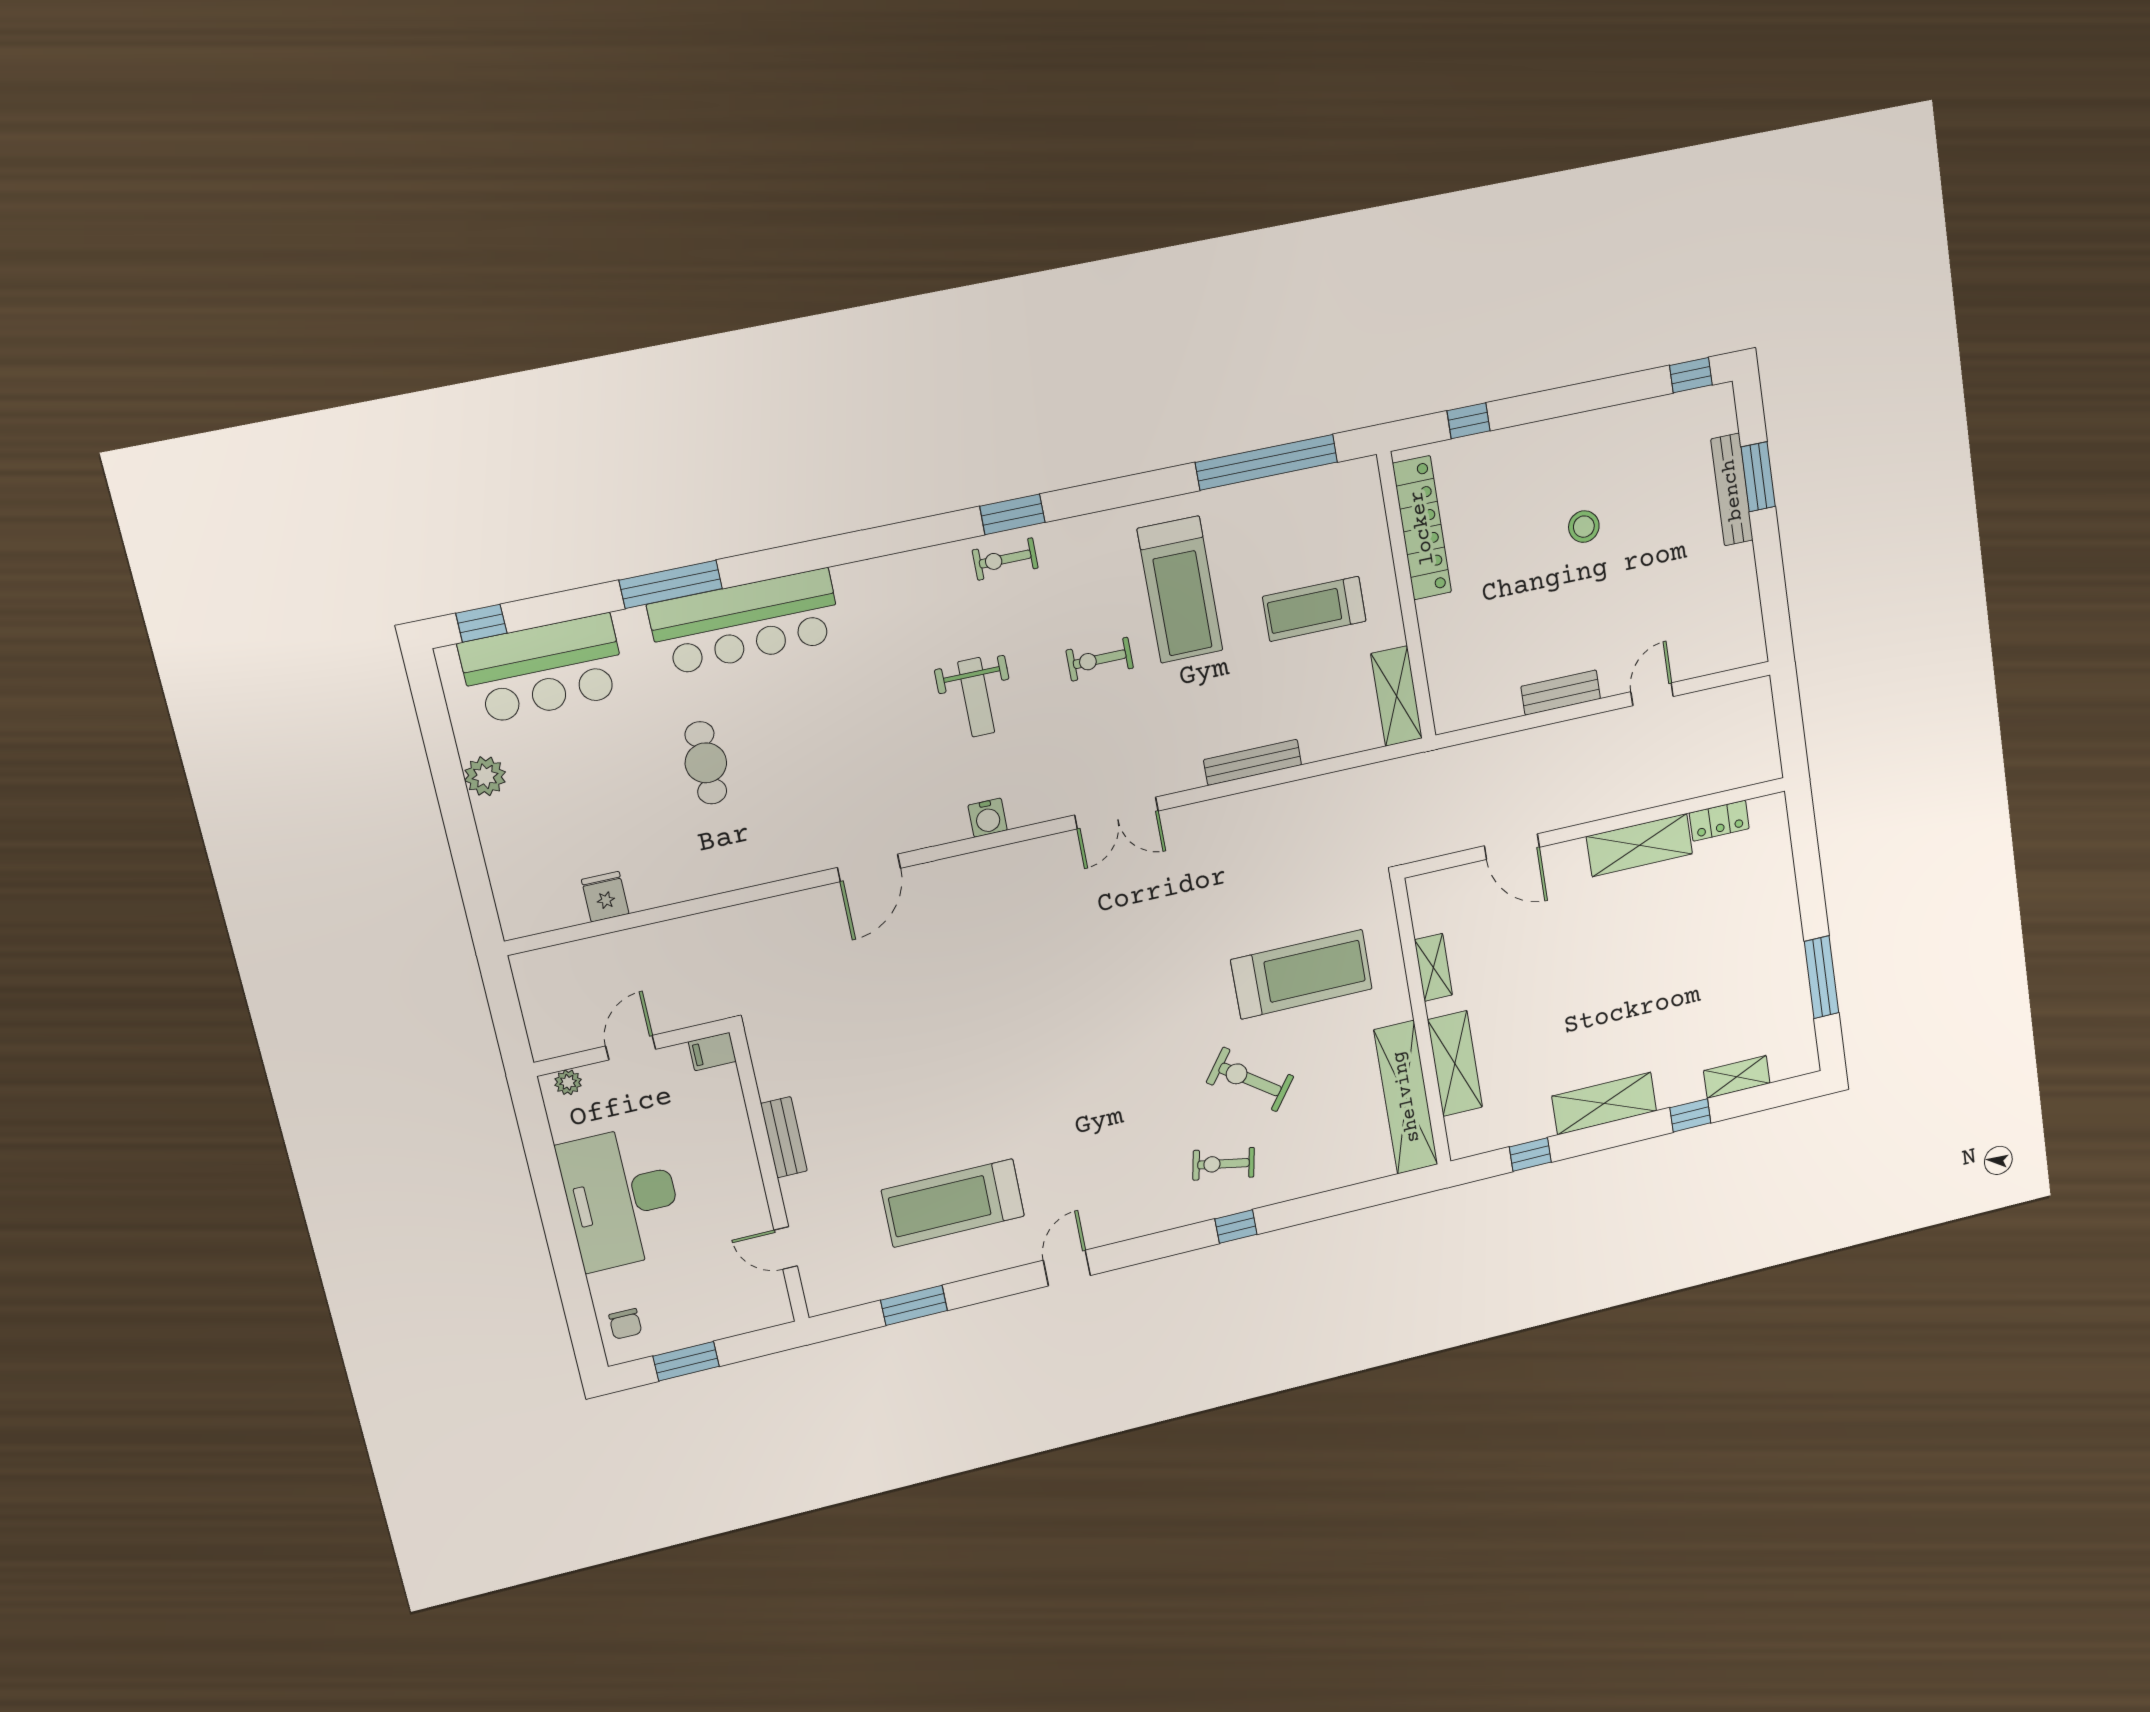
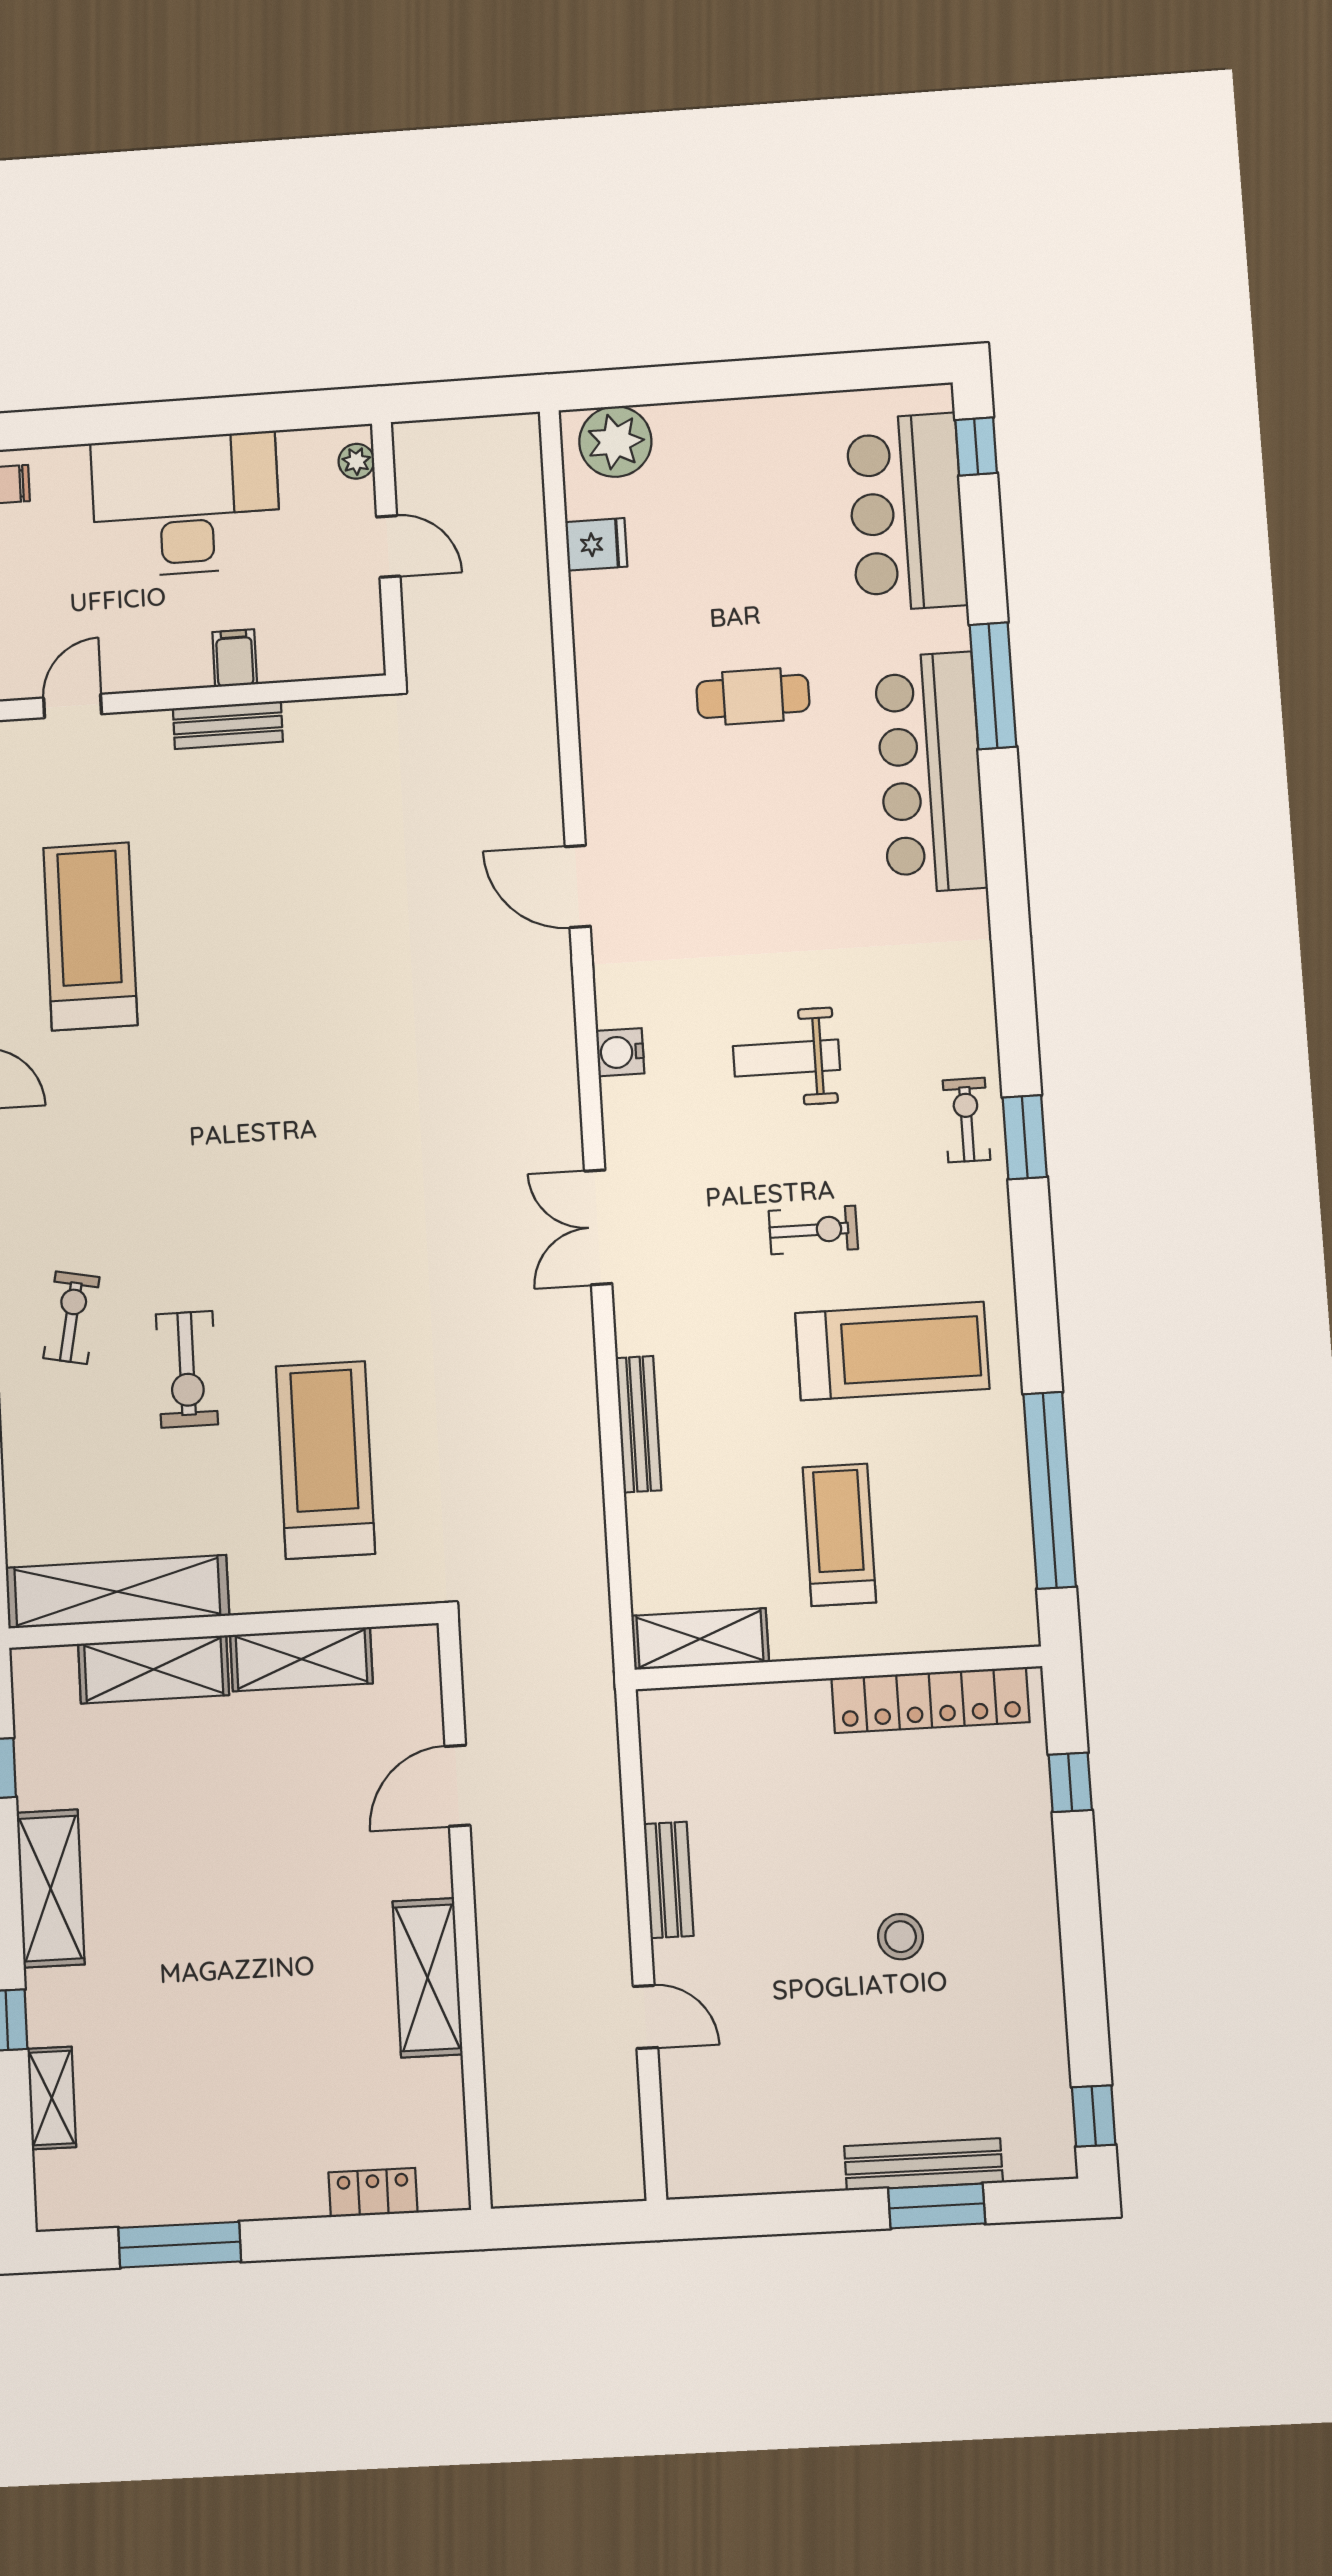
treadmill: (1180, 590) -> (892, 1351), turned 180
exercise bike: (1100, 659) -> (813, 1230), turned 90
plant: (485, 776) -> (615, 442), moved, width x1.36, depth x1.36
locker: (1719, 821) -> (373, 2192), moved, turned 90
shelving: (1433, 967) -> (301, 1659), width x1.50, depth x1.33
treadmill: (1302, 974) -> (325, 1460), turned 180
filing cabinet: (712, 1052) -> (235, 658), moved
exercise bike: (1250, 1079) -> (187, 1369), turned 144

